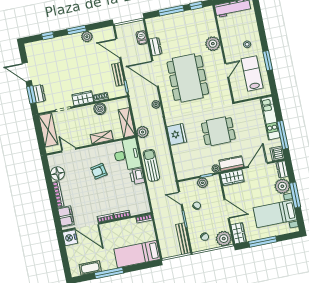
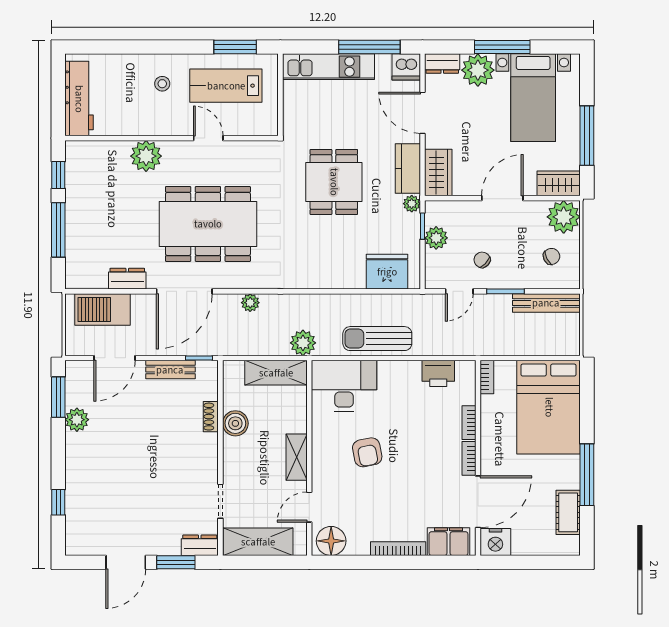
window: (77, 30) -> (58, 397), moved
barbecue: (142, 38) -> (103, 310), width x1.88, depth x1.53
window: (268, 61) -> (235, 47), moved
dresser: (39, 94) -> (200, 545), moved
wardrobe: (83, 98) -> (206, 455), removed
fridge: (177, 134) -> (387, 272), moved
shelving: (102, 137) -> (297, 457), moved
floor lamp: (57, 173) -> (331, 541), moved
printer: (137, 176) -> (438, 373), moved
bed: (137, 254) -> (549, 407), width x1.50

